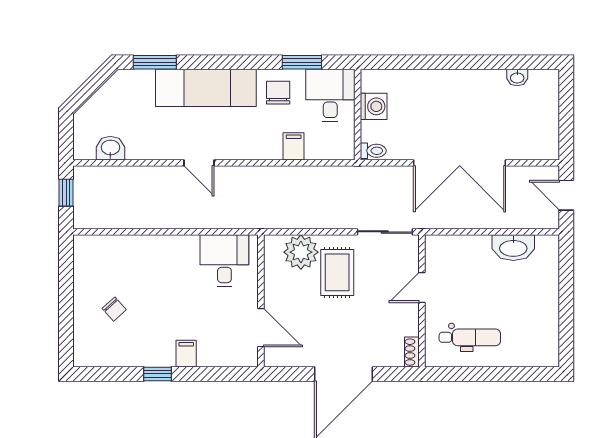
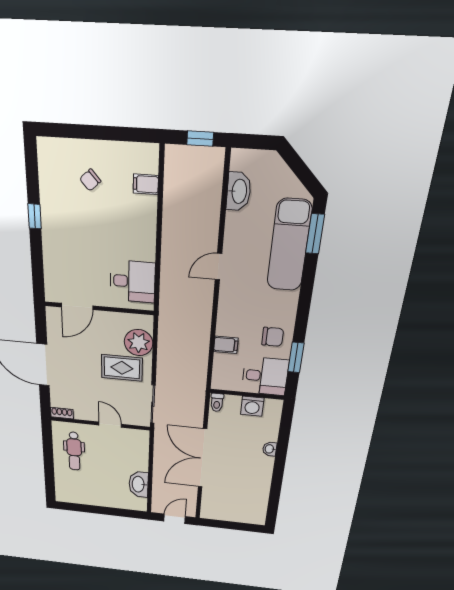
washbasin: (517, 78) -> (270, 449), moved
exam couch: (206, 88) -> (289, 245), moved
washbasin: (110, 148) -> (239, 191), width x1.38
filing cabinet: (186, 354) -> (146, 184), moved, turned 180

